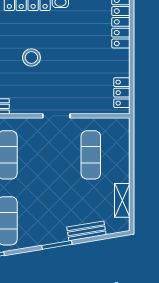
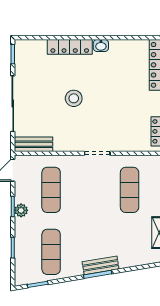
bench: (86, 231) -> (101, 265), moved

